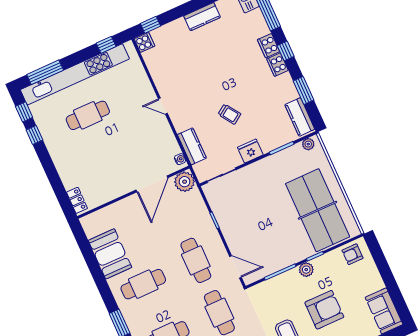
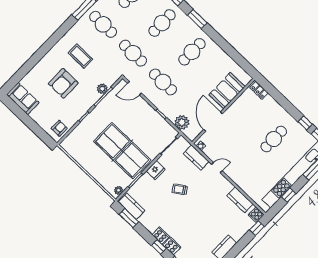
window: (106, 45) -> (289, 195), moved
kitchen counter: (158, 70) -> (240, 200), added
window: (303, 90) -> (129, 218), moved
door: (163, 106) -> (217, 168), moved
cafe table: (88, 115) -> (274, 139), moved
plant: (185, 182) -> (182, 122), moved
table tennis table: (318, 210) -> (122, 151), moved
booth: (110, 254) -> (227, 91), moved, turned 90
plant: (306, 270) -> (102, 89), moved

